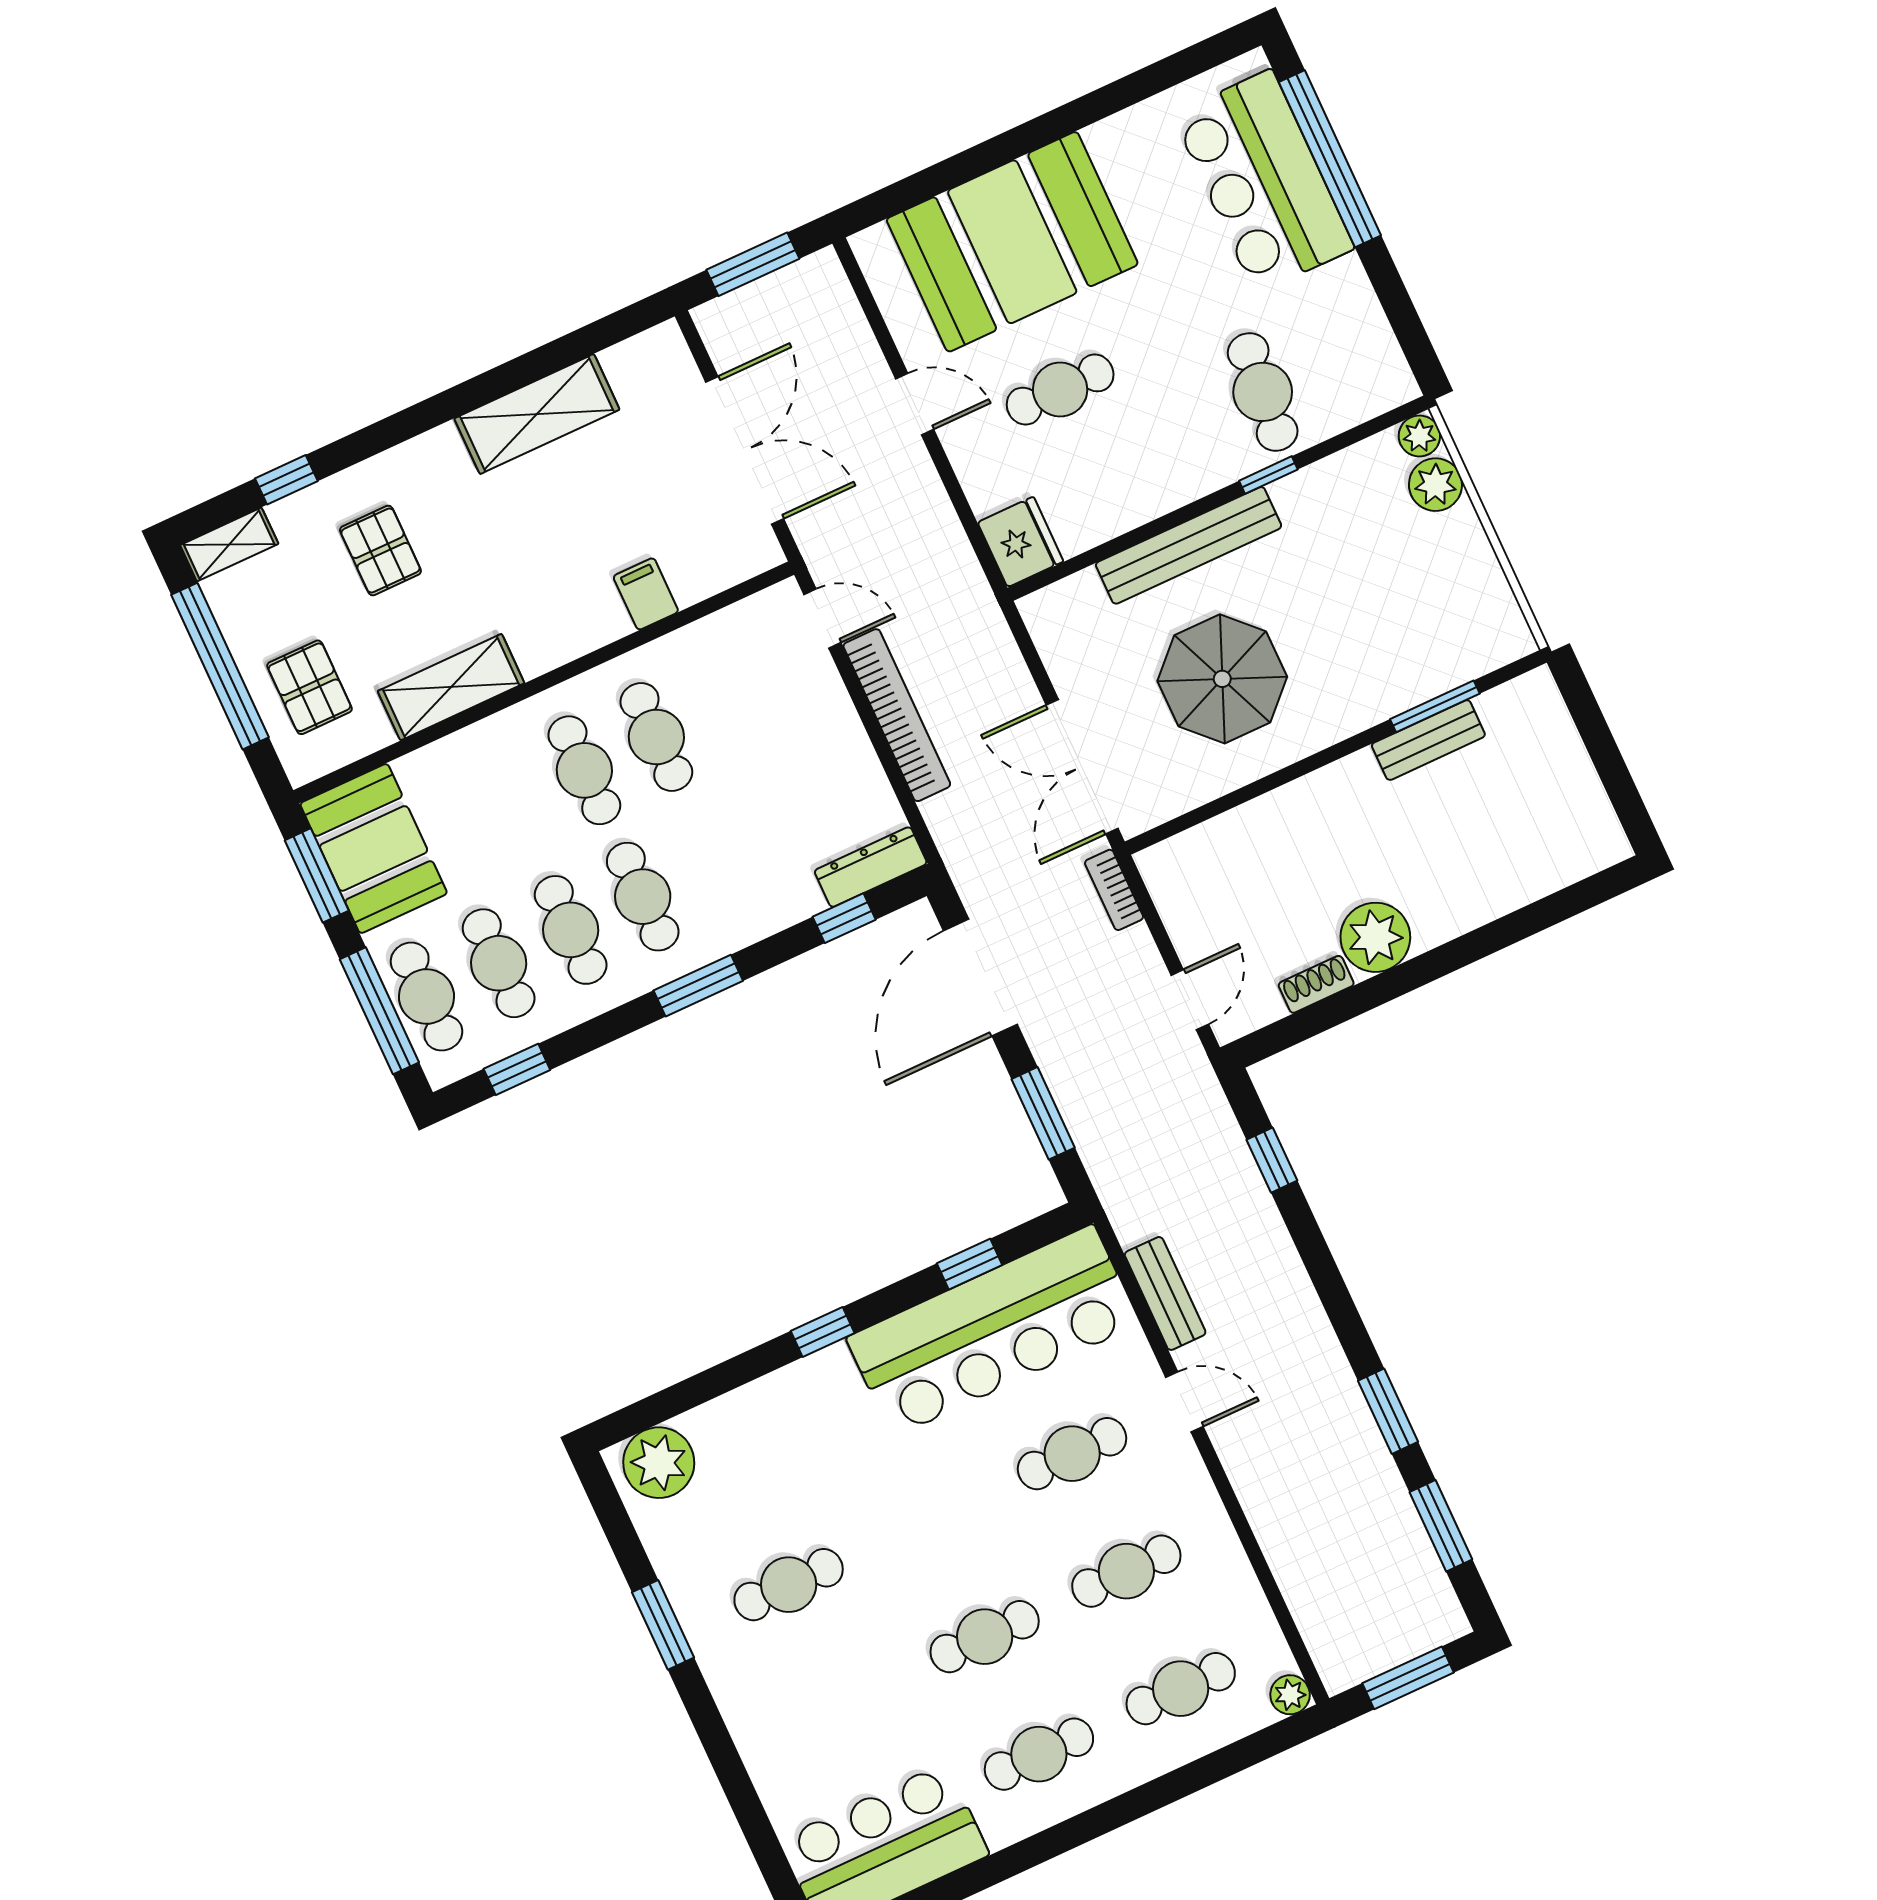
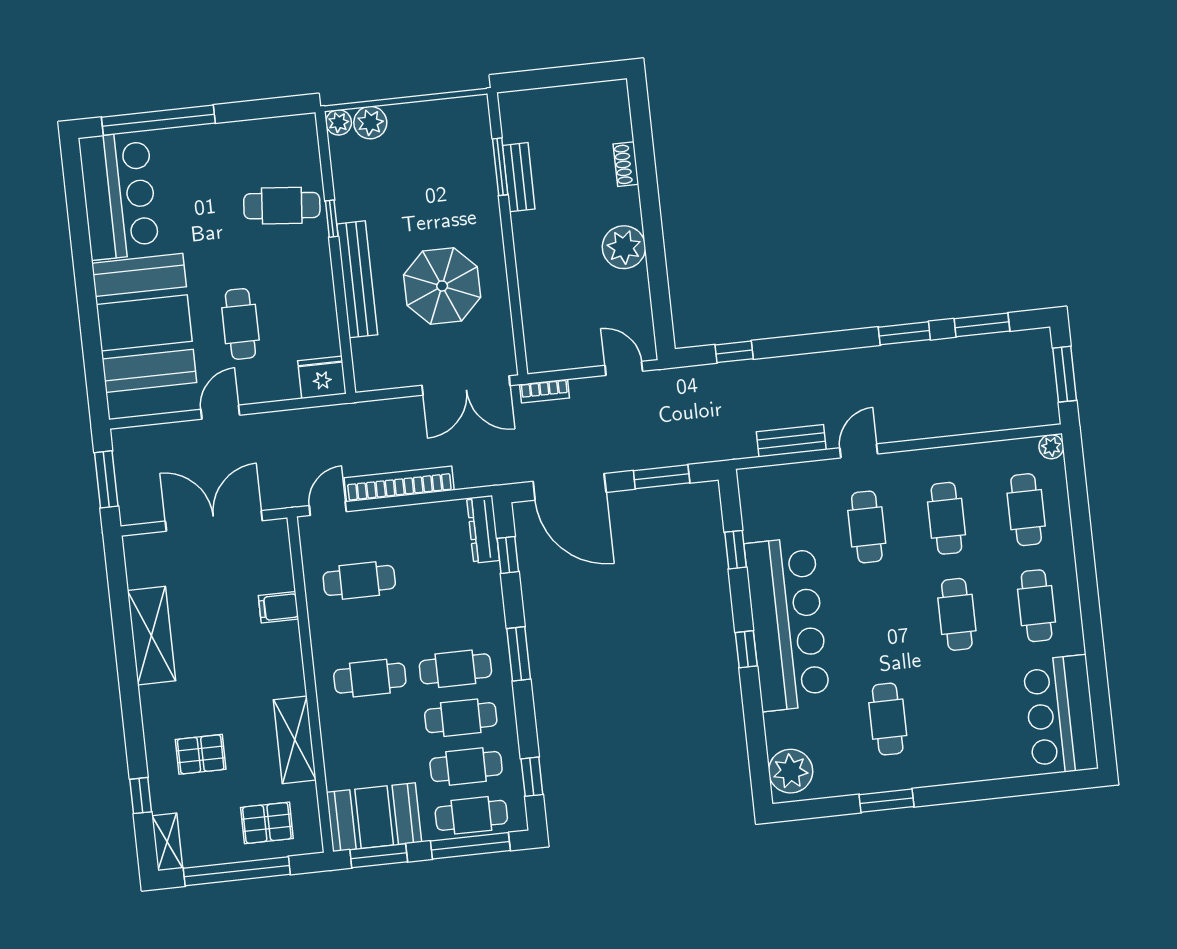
bar counter: (1263, 181) -> (119, 196), moved, turned -90
cafe table: (656, 737) -> (359, 580), moved
shoe rack: (1316, 984) -> (626, 164), moved
bar counter: (993, 1331) -> (787, 624), moved

